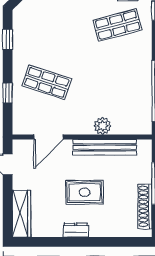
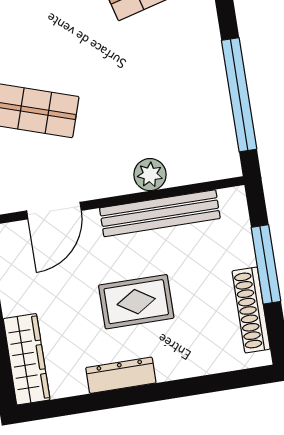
dresser: (76, 230) -> (121, 375), width x1.44

